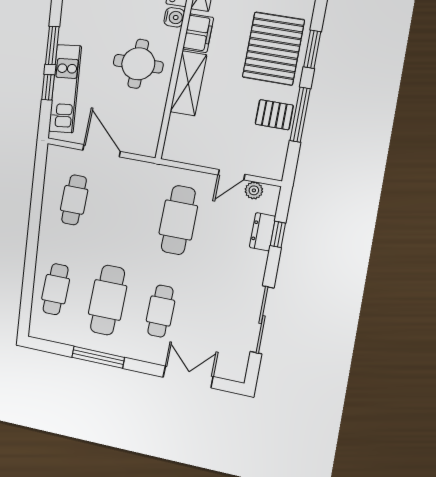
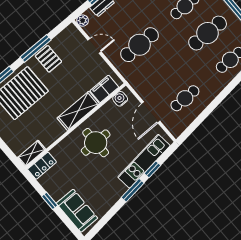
water cooler: (174, 17) -> (120, 99), moved
filing cabinet: (198, 33) -> (104, 89), moved
plant: (254, 190) -> (83, 21), moved

